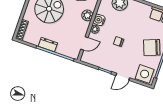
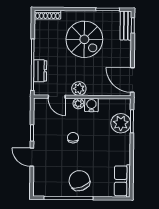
plant: (87, 15) -> (79, 89), moved
dresser: (48, 45) -> (40, 71), moved
side table: (145, 74) -> (44, 183), removed

